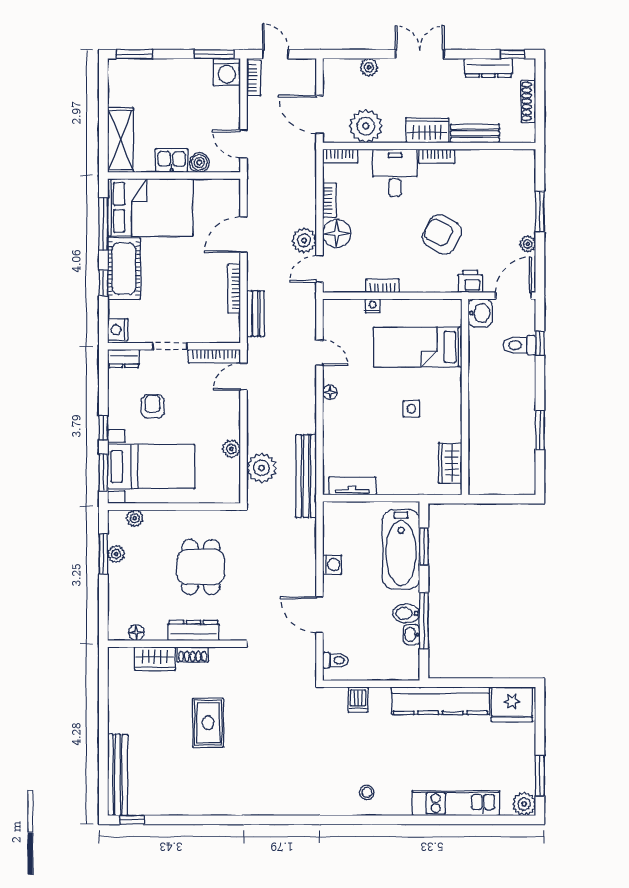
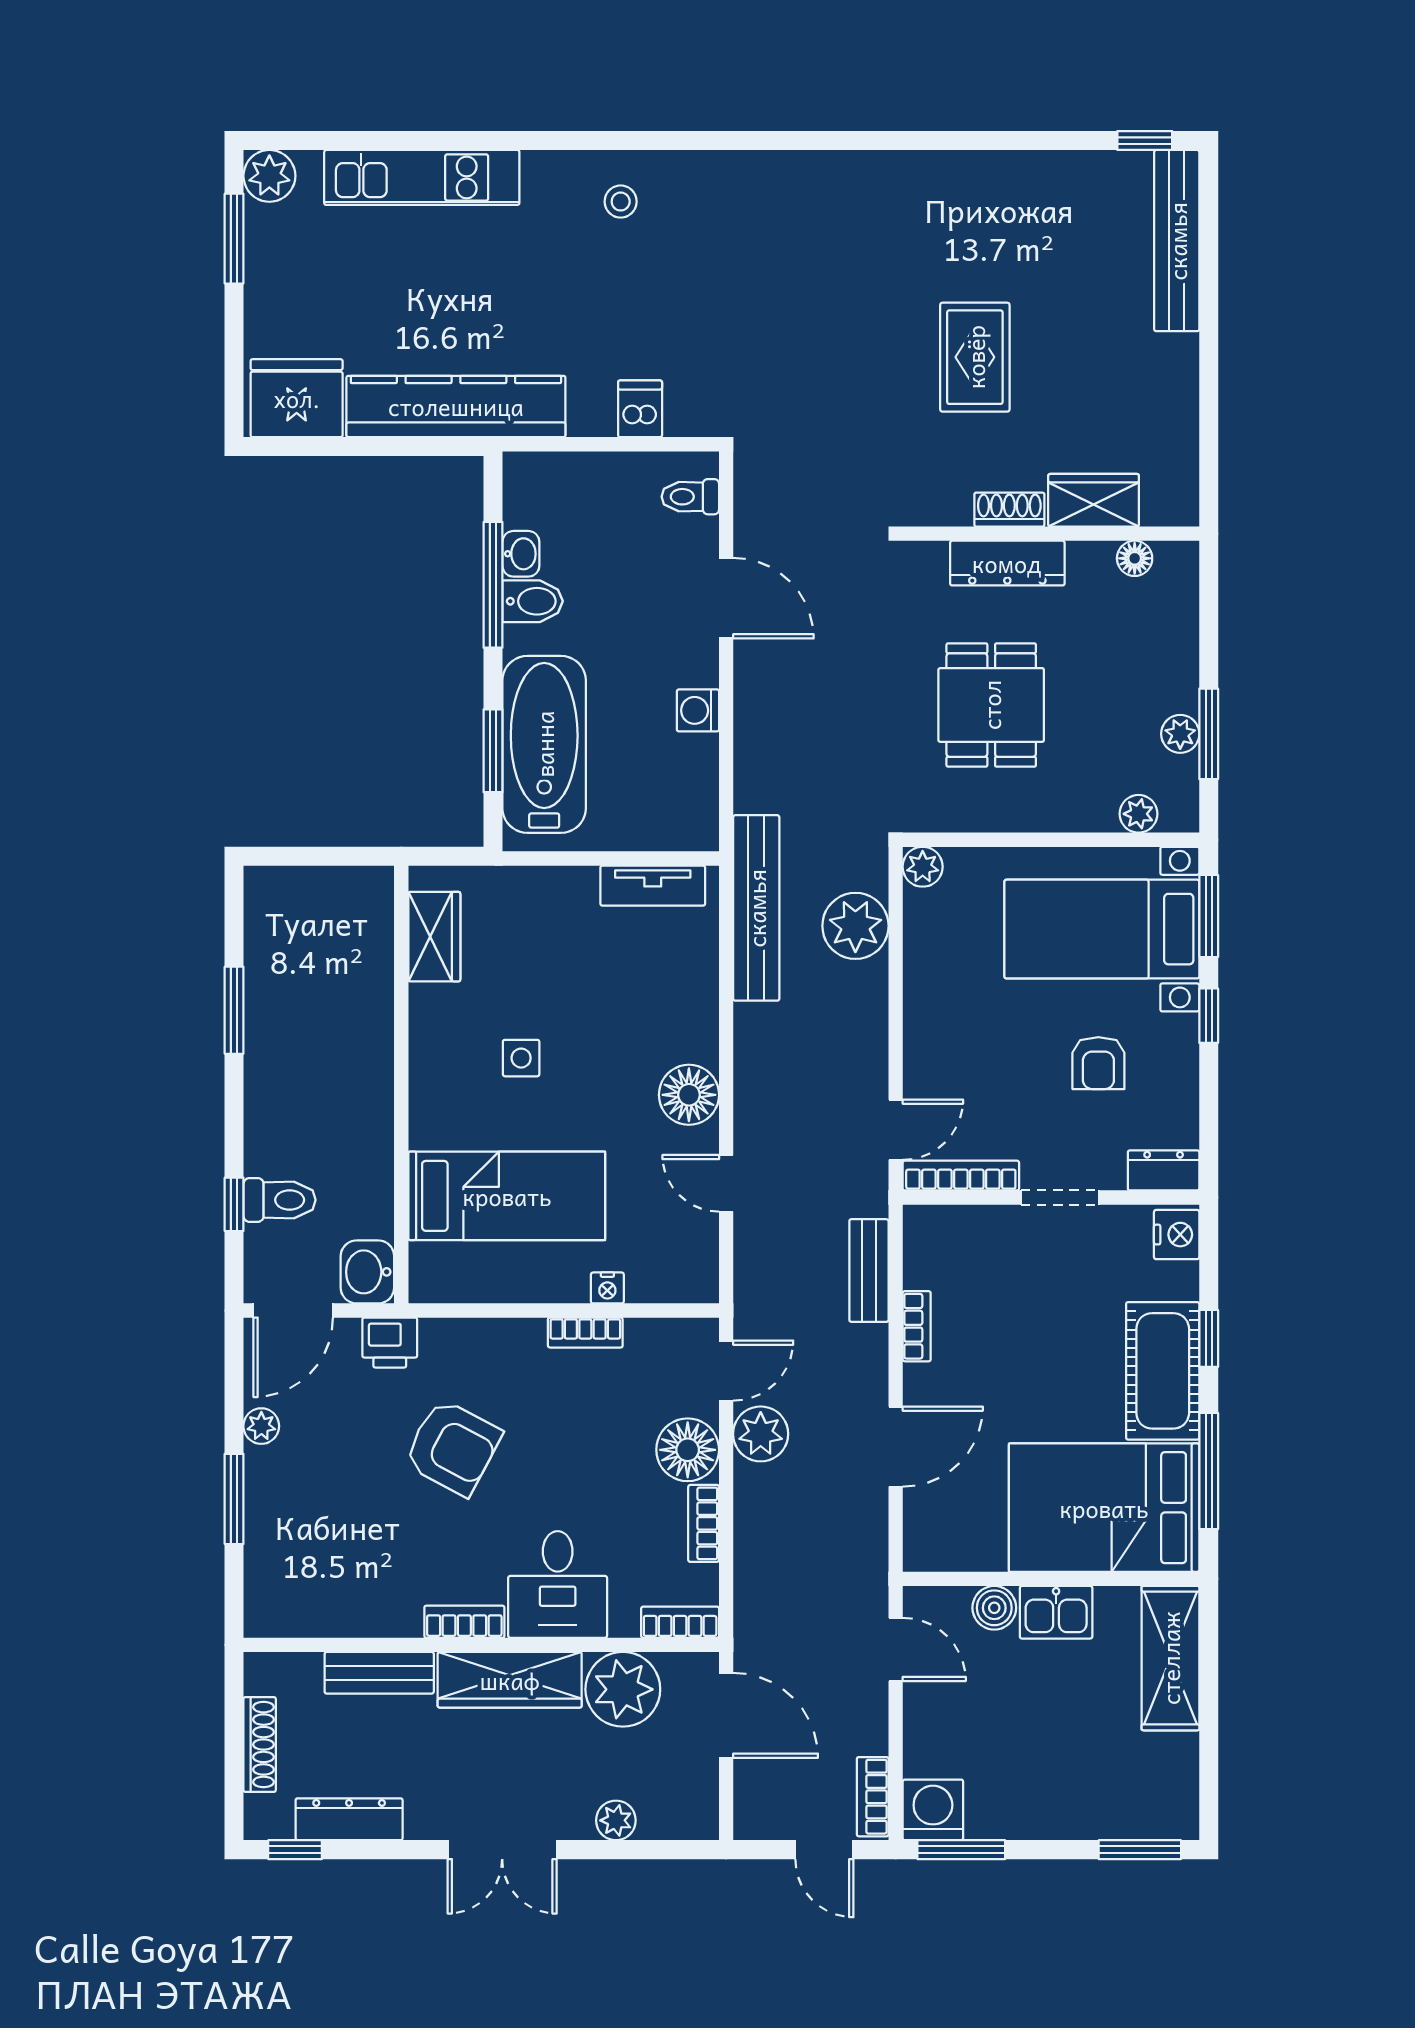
wardrobe: (427, 130) -> (510, 1680), width x1.50
bookcase: (234, 289) -> (917, 1326), width x0.64
floor lamp: (330, 392) -> (689, 1095), width x1.89, depth x1.89
plant: (231, 449) -> (923, 867), moved

